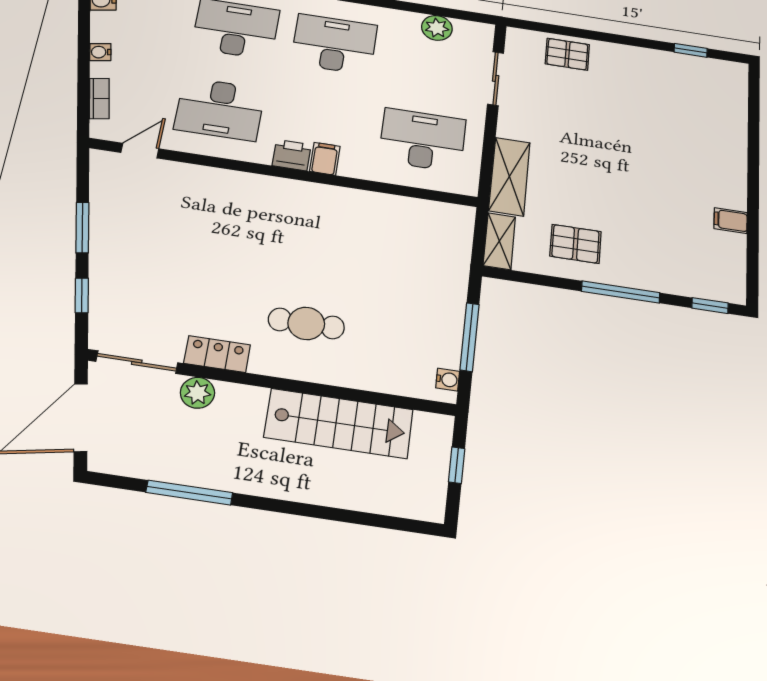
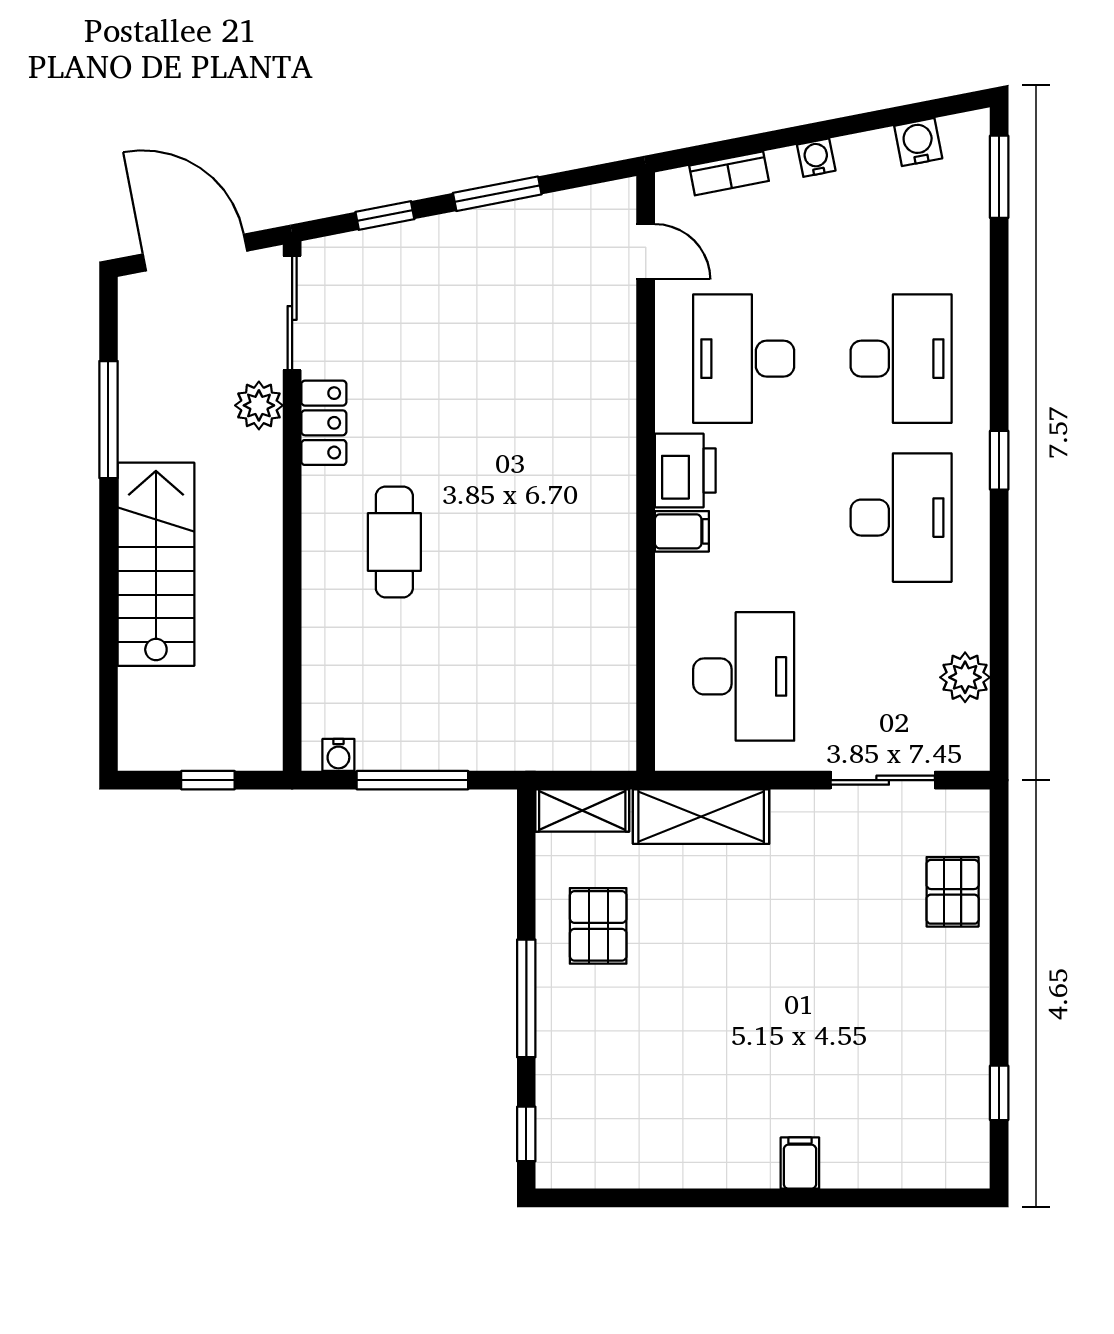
printer: (292, 155) -> (685, 471), width x1.36, depth x1.24
filing cabinet: (731, 221) -> (800, 1163), moved
stairs: (339, 423) -> (156, 564), moved, turned 180

